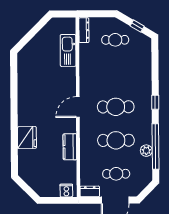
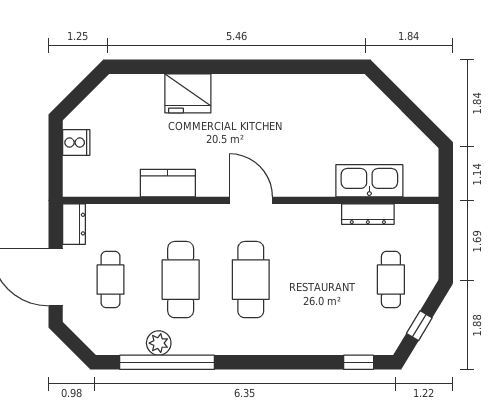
dresser: (84, 30) -> (368, 214), moved
window: (155, 102) -> (359, 362), moved
cooker: (66, 191) -> (76, 143), moved

